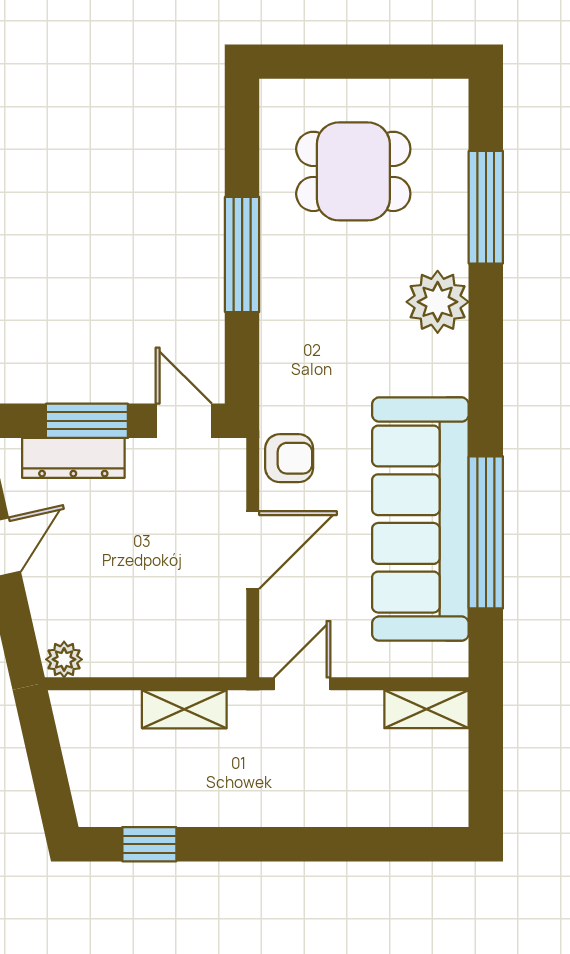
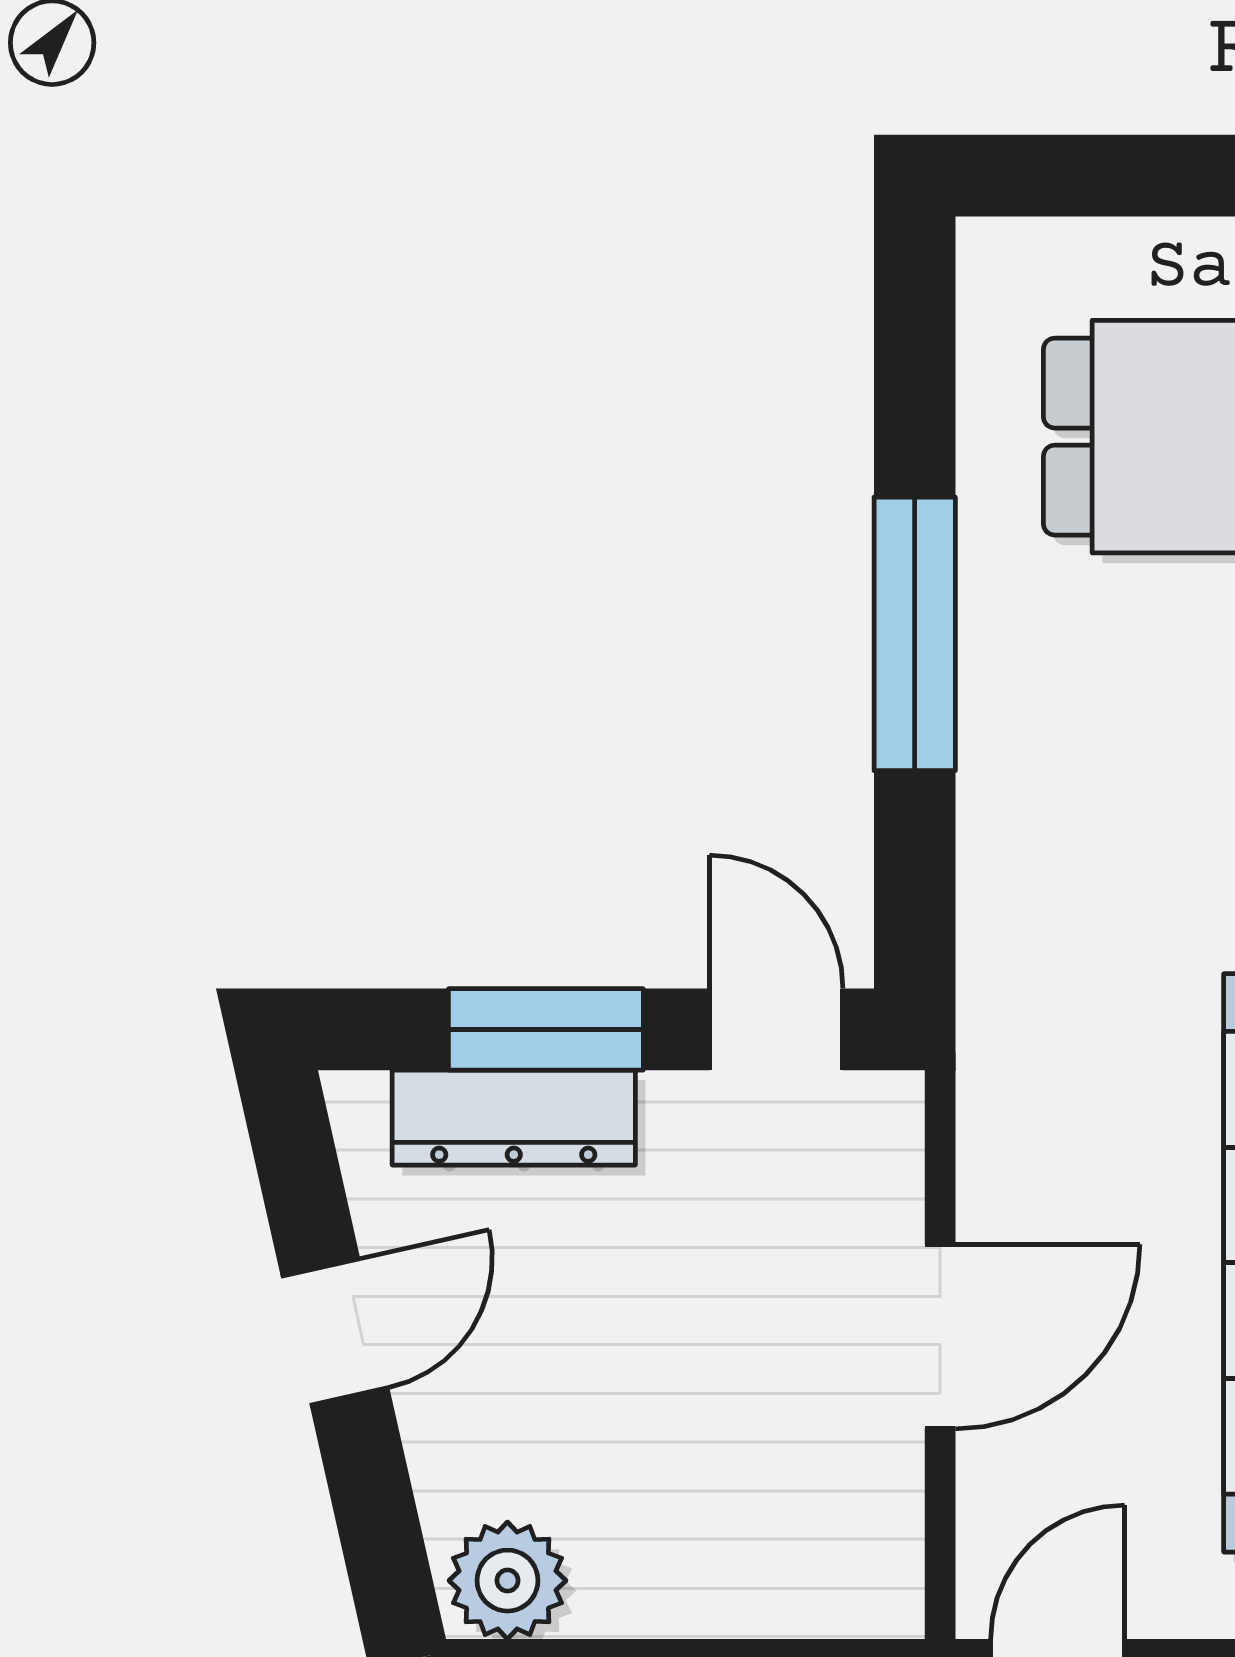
armchair: (289, 458) -> (1027, 1118), removed
plant: (64, 659) -> (507, 1581), width x1.38, depth x1.38

